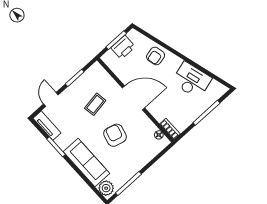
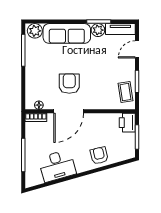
printer: (123, 47) -> (127, 123), moved
door: (133, 98) -> (69, 111), moved
door: (51, 99) -> (137, 49), swing flipped
coffee table: (95, 104) -> (125, 92), moved
armchair: (115, 135) -> (69, 84), moved, turned -105
plant: (63, 142) -> (98, 30), added

